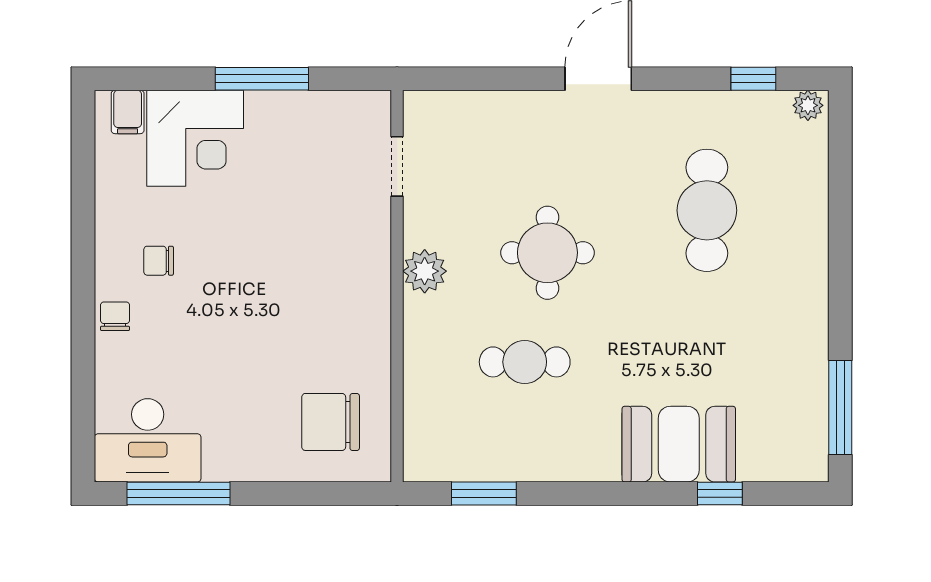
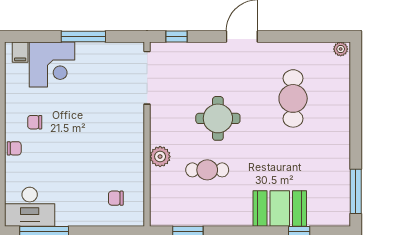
window: (753, 79) -> (177, 36), moved
doorway: (397, 166) -> (147, 78), width x1.87
plant: (425, 271) -> (160, 157), moved
chair: (115, 316) -> (14, 148), turned 90
chair: (331, 422) -> (116, 198), width x0.54, depth x0.54

